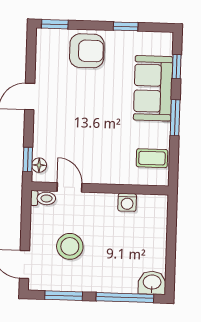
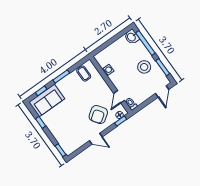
armchair: (87, 51) -> (98, 115), moved, turned -125
sofa: (153, 88) -> (47, 100), moved
stool: (70, 246) -> (144, 67), moved

